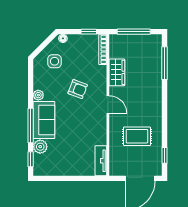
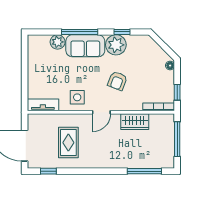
side table: (55, 61) -> (77, 97), moved
plant: (38, 95) -> (116, 45), width x1.87, depth x1.87
window: (31, 159) -> (122, 32), moved

